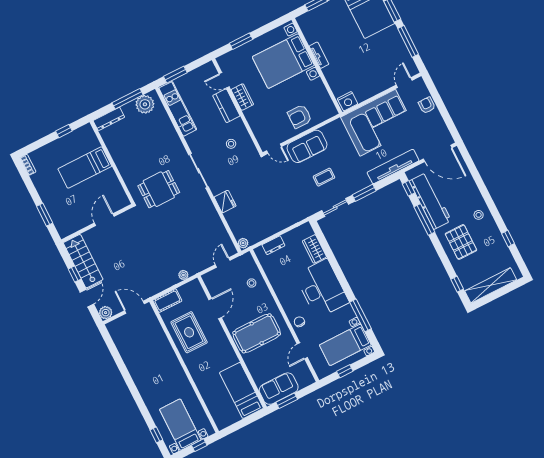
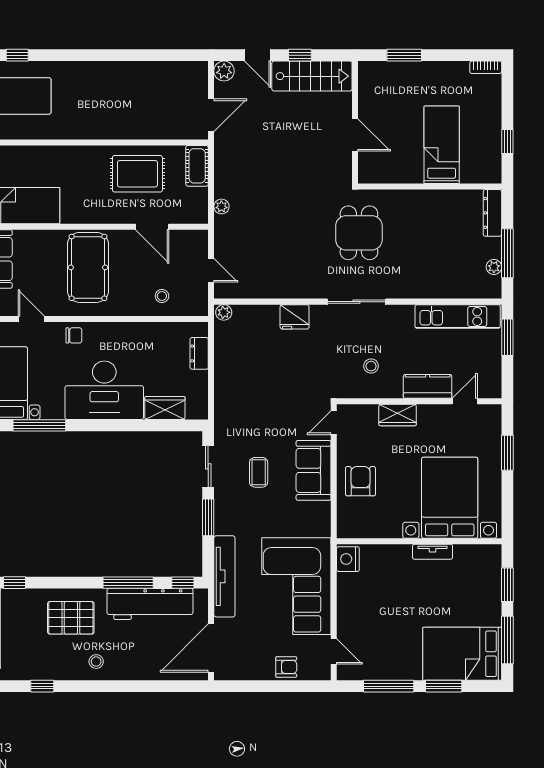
wardrobe: (242, 97) -> (398, 415), moved
plant: (145, 104) -> (494, 267), width x0.53, depth x0.53

